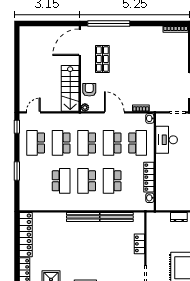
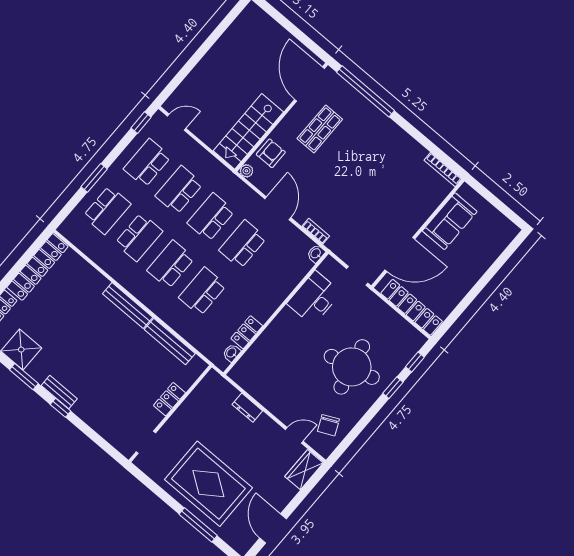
door: (80, 42) -> (310, 84), hinge flipped
school desk: (138, 143) -> (107, 210), moved
locker: (149, 177) -> (247, 332), width x0.66

